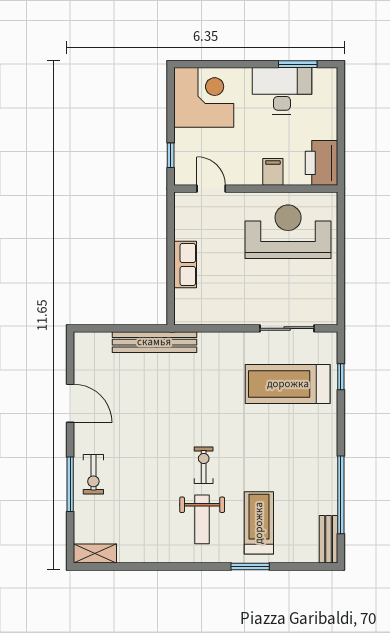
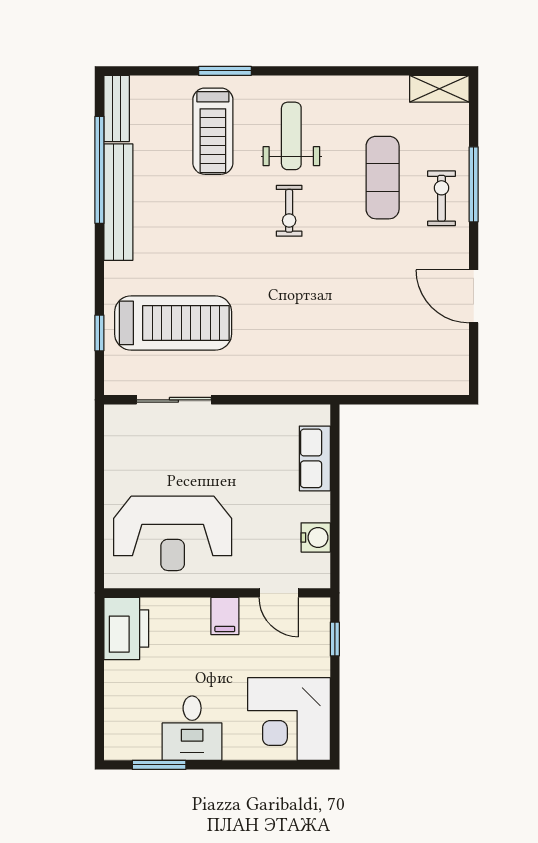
desk: (282, 91) -> (192, 728), width x0.73
filing cabinet: (273, 172) -> (225, 616), moved
water cooler: (184, 229) -> (316, 537), added
row of seats: (185, 264) -> (315, 458), moved
bench: (154, 342) -> (118, 202), moved, turned 90
exercise mat: (136, 489) -> (383, 178), added

